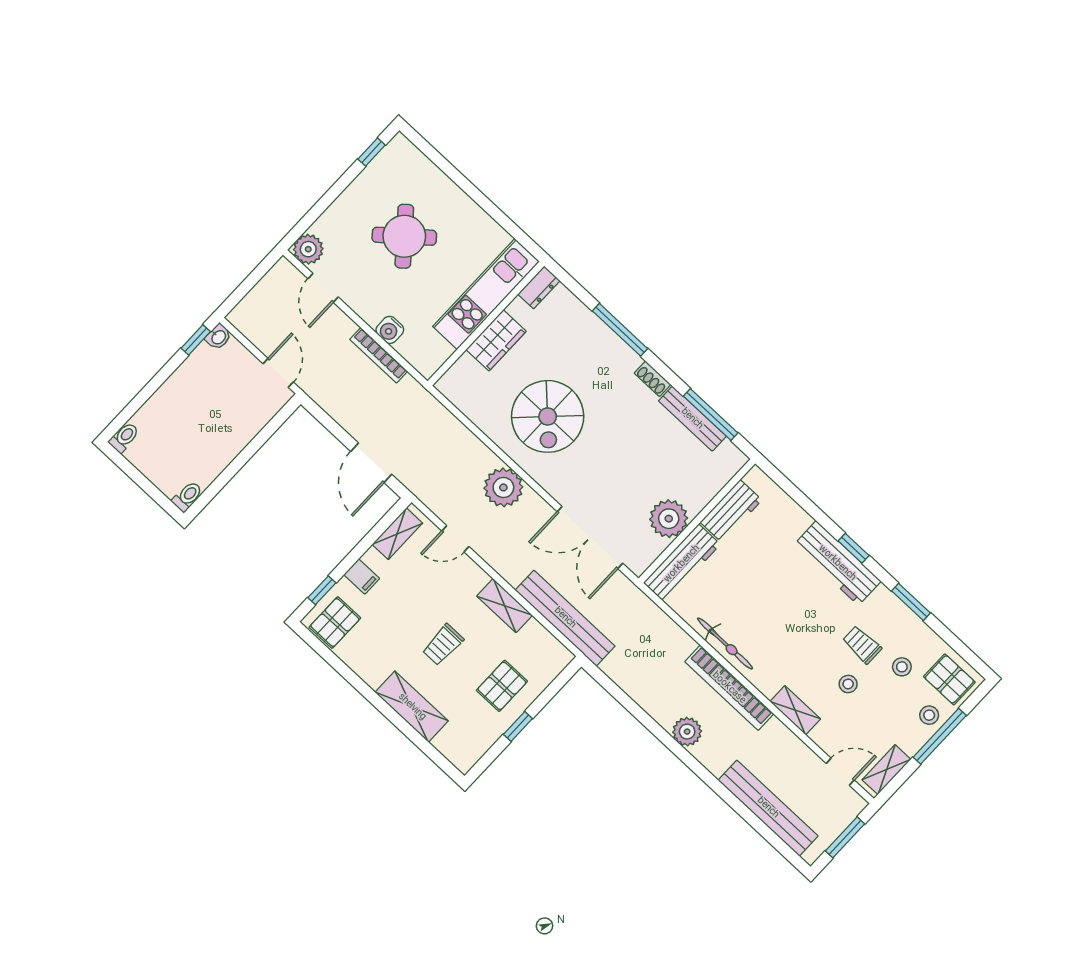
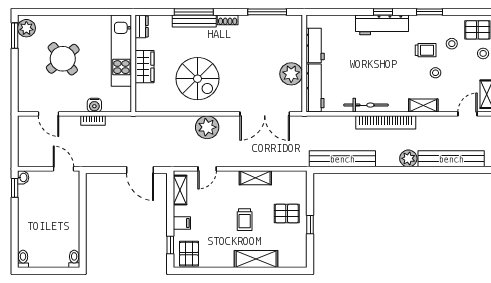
window: (372, 152) -> (15, 36), width x1.50
plant: (308, 249) -> (26, 28), moved
bookcase: (379, 355) -> (93, 121), width x0.64
bench: (692, 419) -> (194, 21), moved
bench: (565, 618) -> (342, 159), moved
trolley: (862, 645) -> (426, 50), turned 180
pallet: (502, 686) -> (287, 214), turned 90
plant: (687, 732) -> (408, 158), moved

